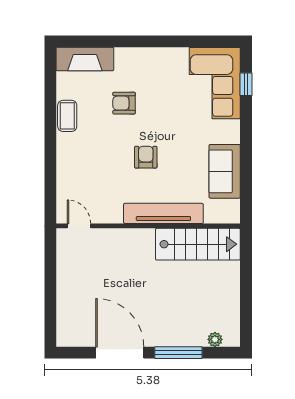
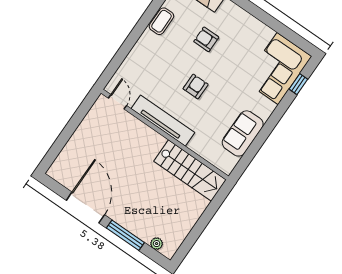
tv unit: (163, 213) -> (163, 121), moved

